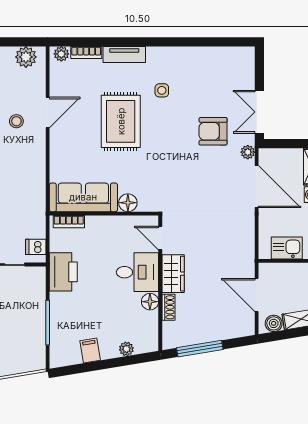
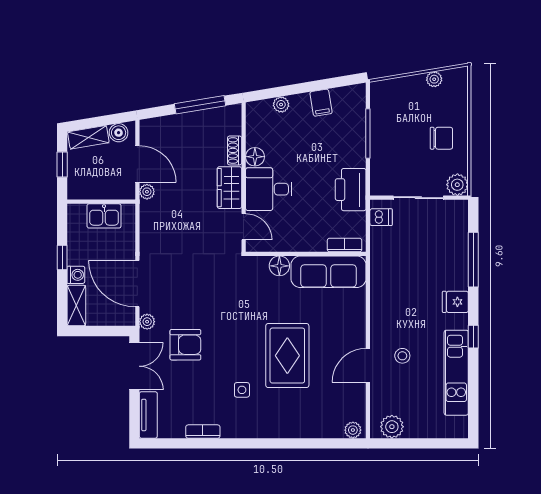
bookcase: (86, 53) -> (203, 432), moved
tv unit: (124, 55) -> (148, 415), moved, turned 90
plant: (248, 270) -> (147, 192), added

